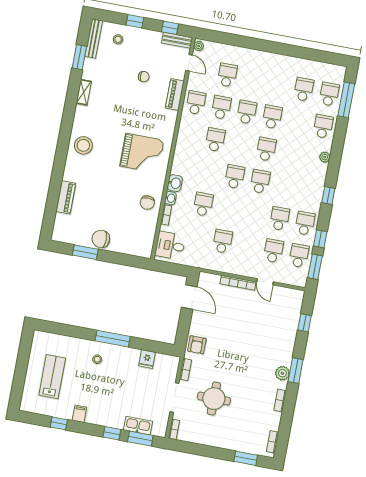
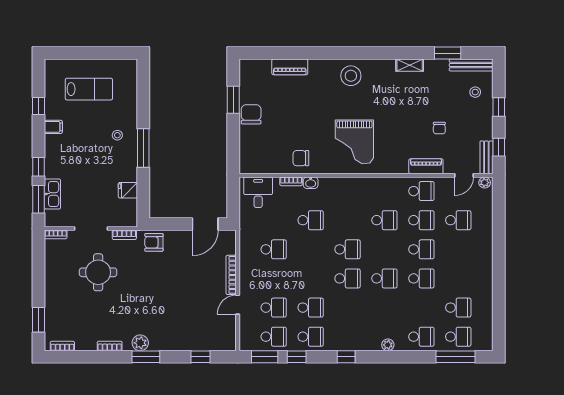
washbasin: (175, 183) -> (328, 185), removed

